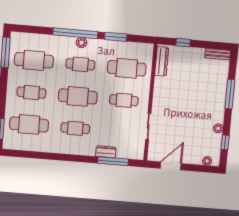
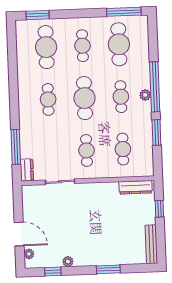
bench: (218, 54) -> (151, 244), width x1.36
cafe table: (127, 68) -> (123, 149), width x0.73, depth x0.74
window: (230, 94) -> (108, 269), width x0.69
dresser: (106, 152) -> (27, 170), moved
door: (171, 166) -> (19, 234), moved

